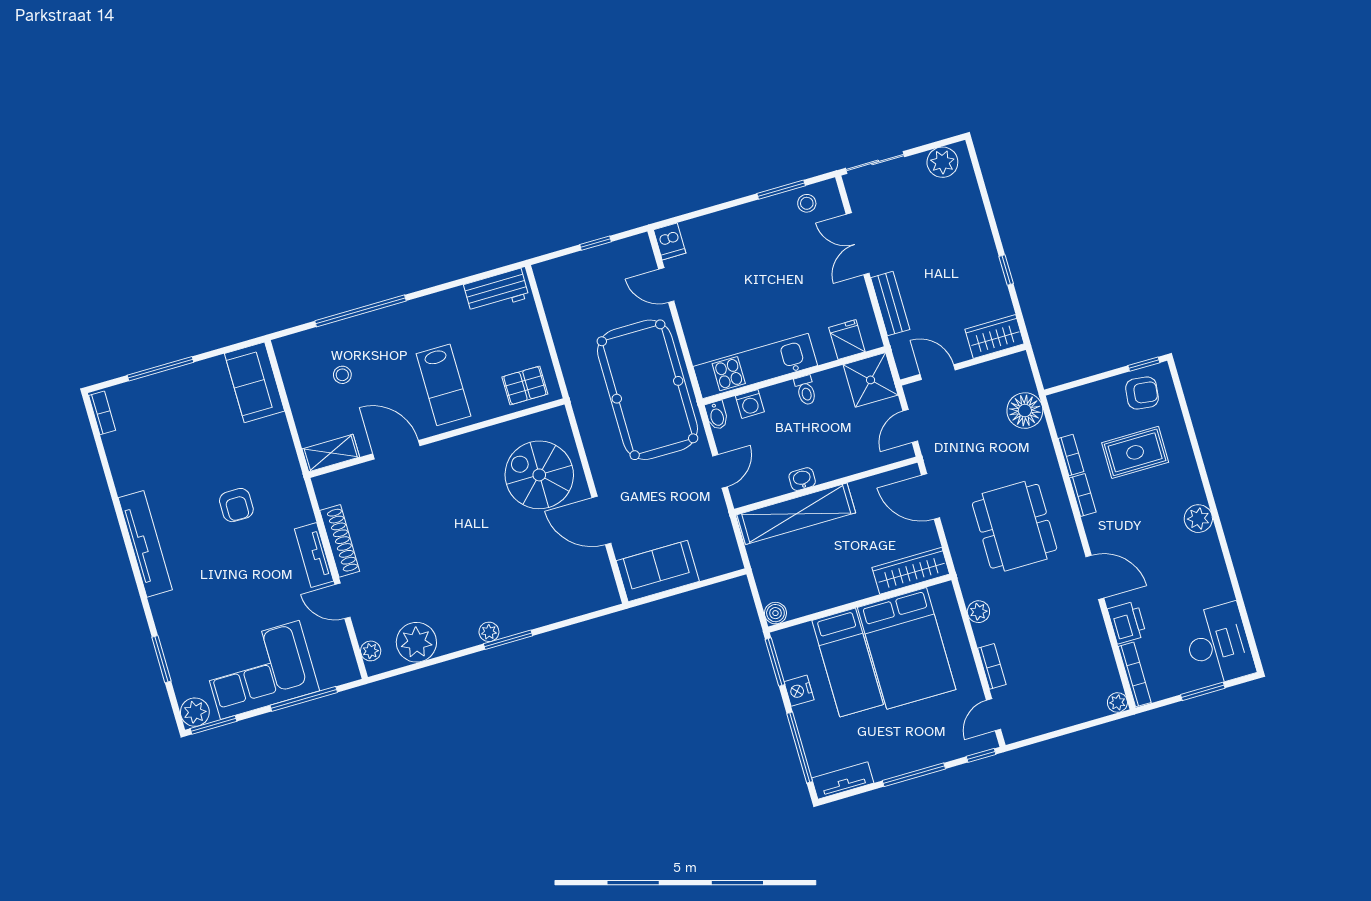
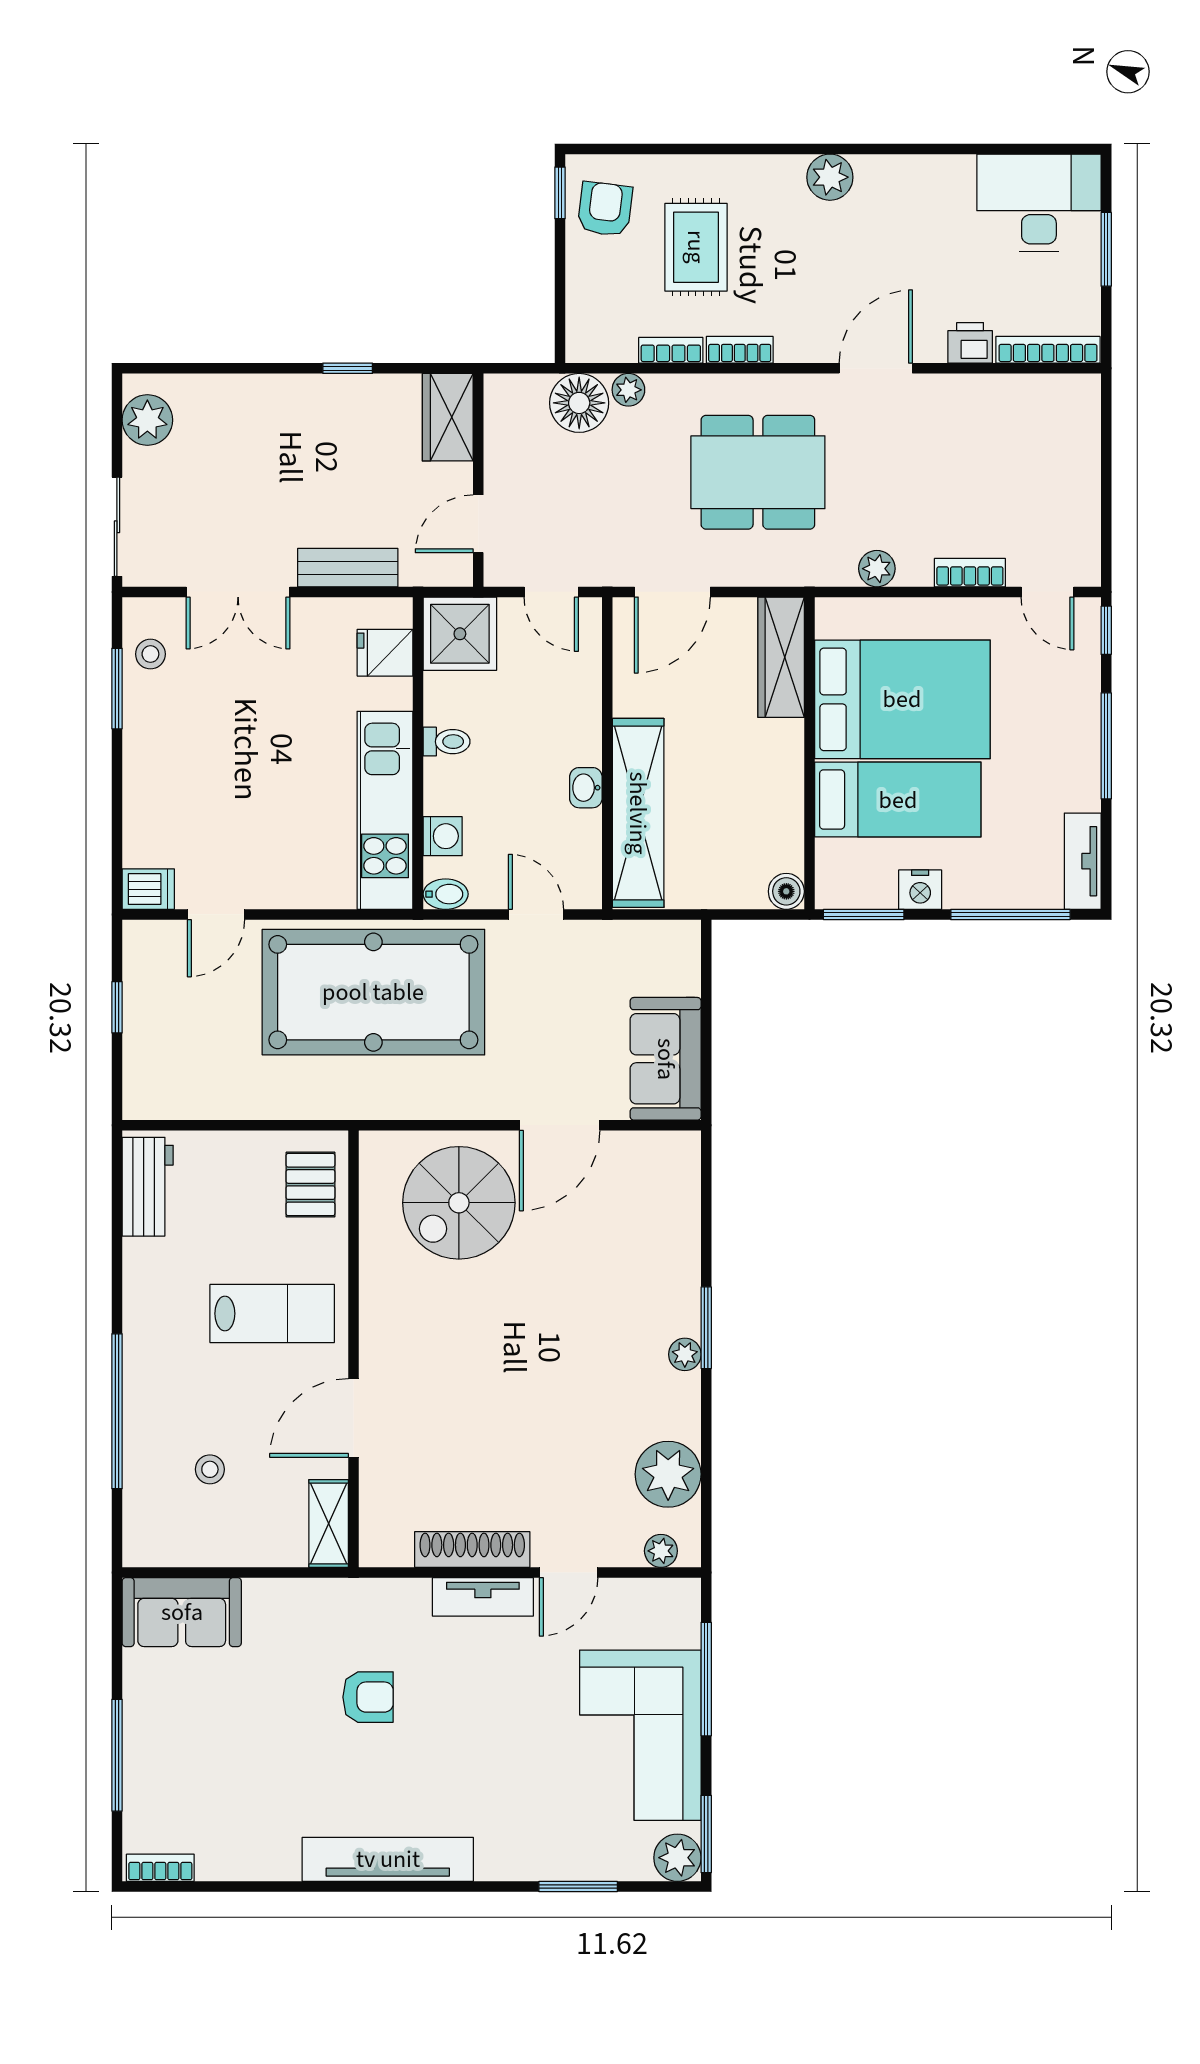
printer: (1127, 622) -> (970, 343), width x0.73, depth x0.81
plant: (1117, 703) -> (628, 390), moved

